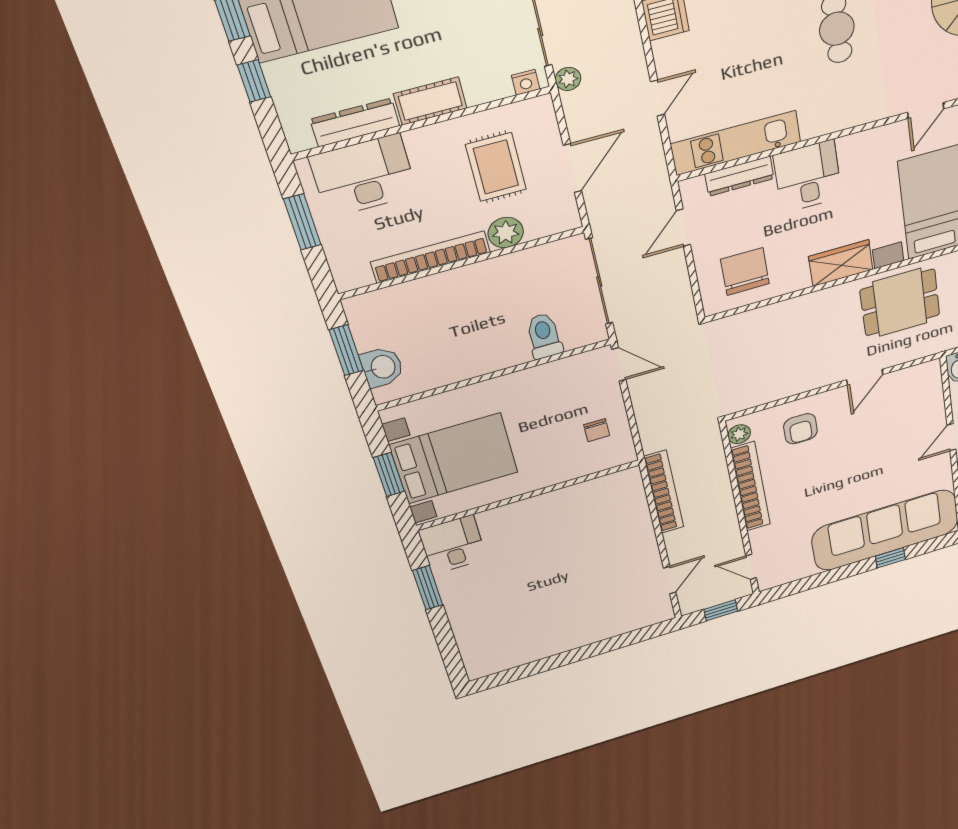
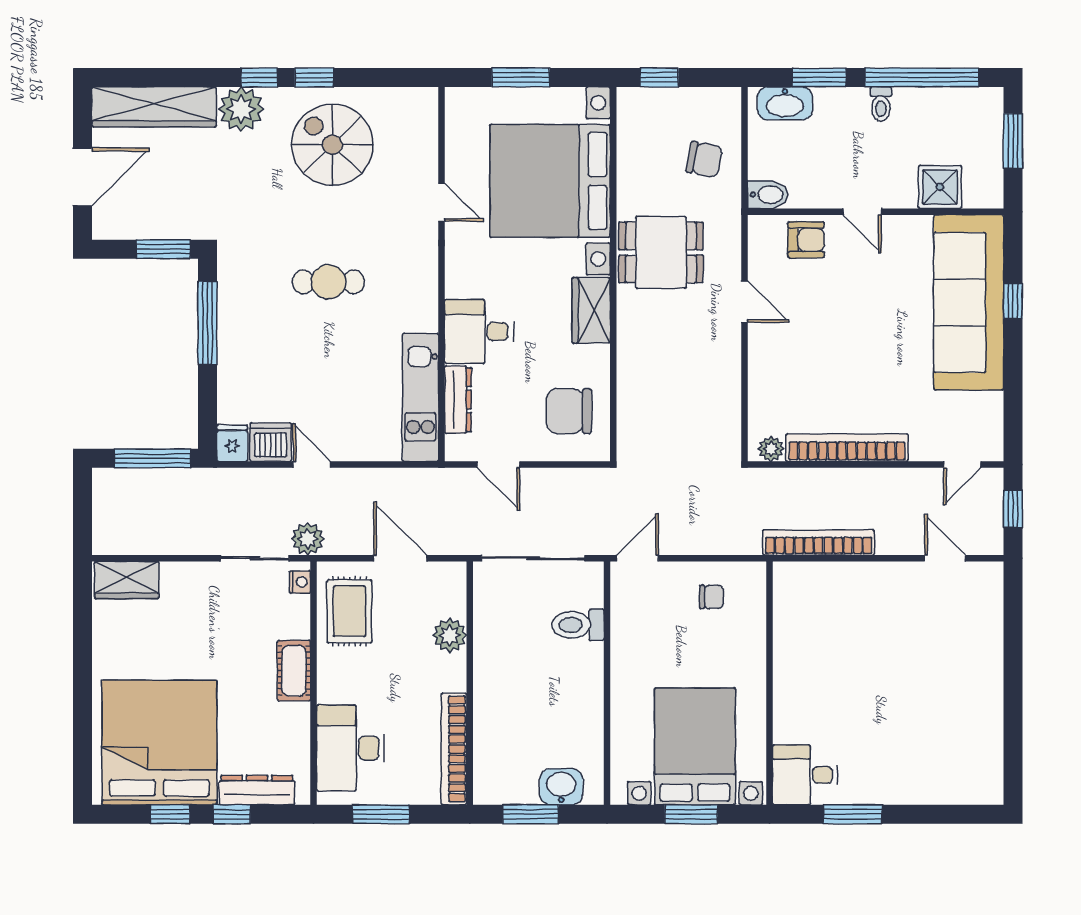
plant: (568, 79) -> (308, 539), width x1.38, depth x1.38
door: (657, 98) -> (312, 465), moved
dresser: (355, 123) -> (257, 790), moved, turned 90
rug: (496, 167) -> (349, 611), moved, turned 90
bookcase: (431, 257) -> (454, 749), moved
dining table: (900, 302) -> (661, 252), turned 90
armchair: (800, 429) -> (806, 240), moved

